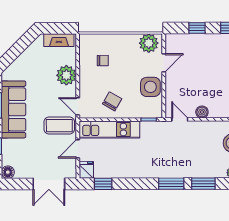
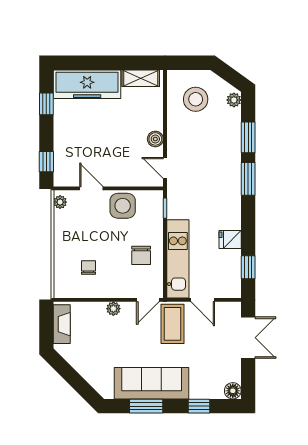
window: (197, 28) -> (46, 162), moved
plant: (149, 43) -> (60, 202), width x0.53, depth x0.53
plant: (66, 75) -> (113, 309), width x0.53, depth x0.53
chair: (112, 101) -> (141, 255), turned -120
door: (180, 120) -> (165, 168), hinge flipped
fridge: (86, 170) -> (230, 240), moved

